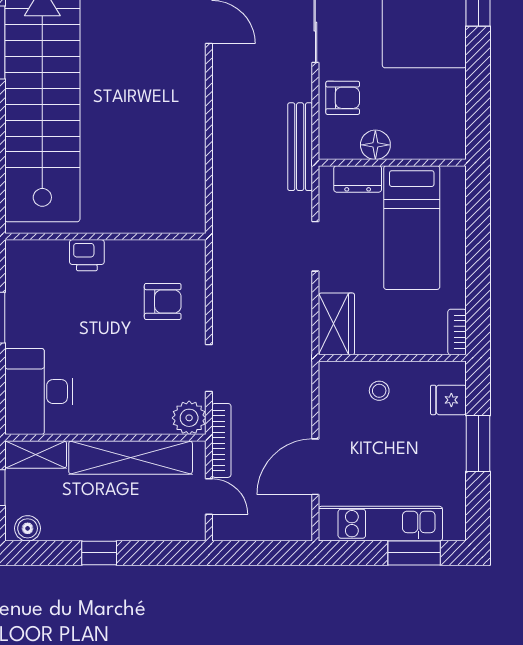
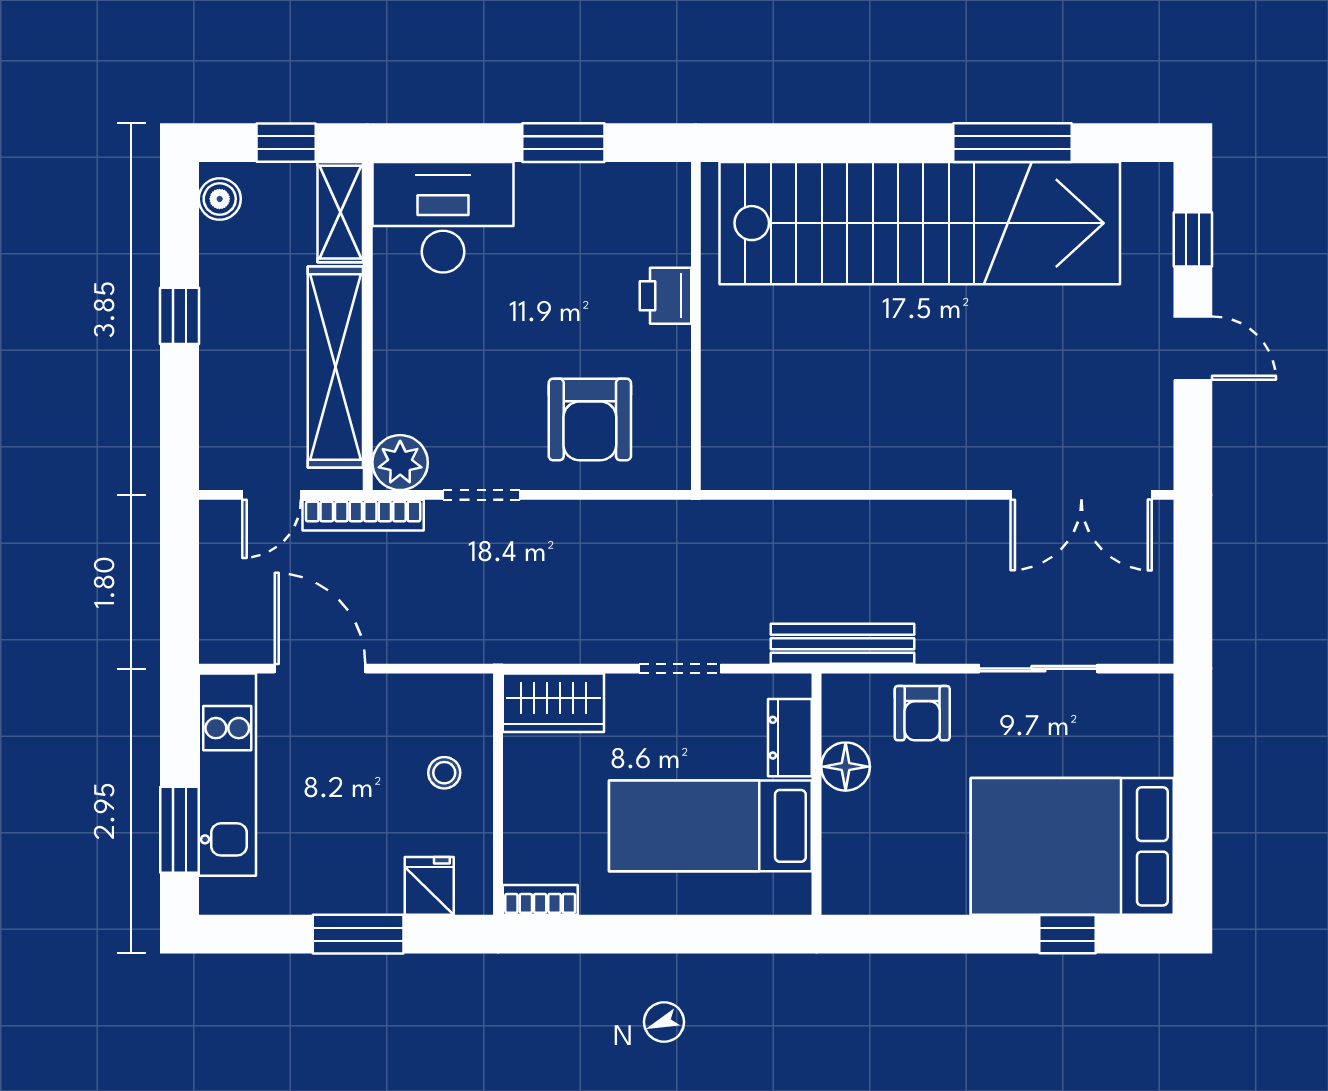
armchair: (163, 301) -> (590, 419), width x1.38, depth x1.38

